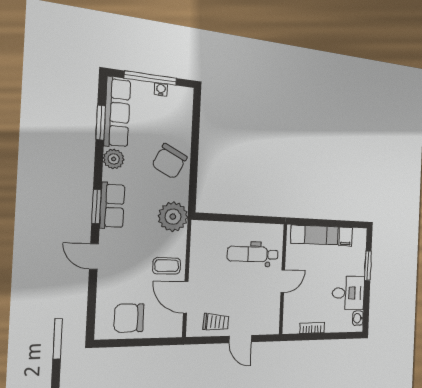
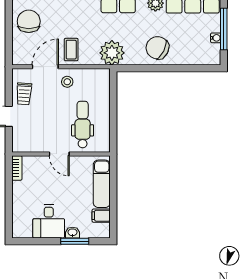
stool: (205, 271) -> (67, 82), added
washbasin: (358, 318) -> (72, 233), moved
bookcase: (312, 328) -> (17, 168), moved

